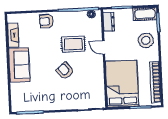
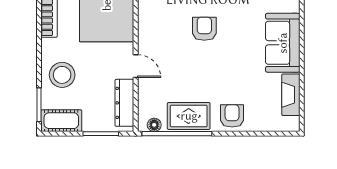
armchair: (47, 21) -> (232, 116), turned -90
dresser: (109, 22) -> (124, 103), width x1.44
rug: (73, 44) -> (189, 116), moved
armchair: (65, 71) -> (204, 29), turned -141

